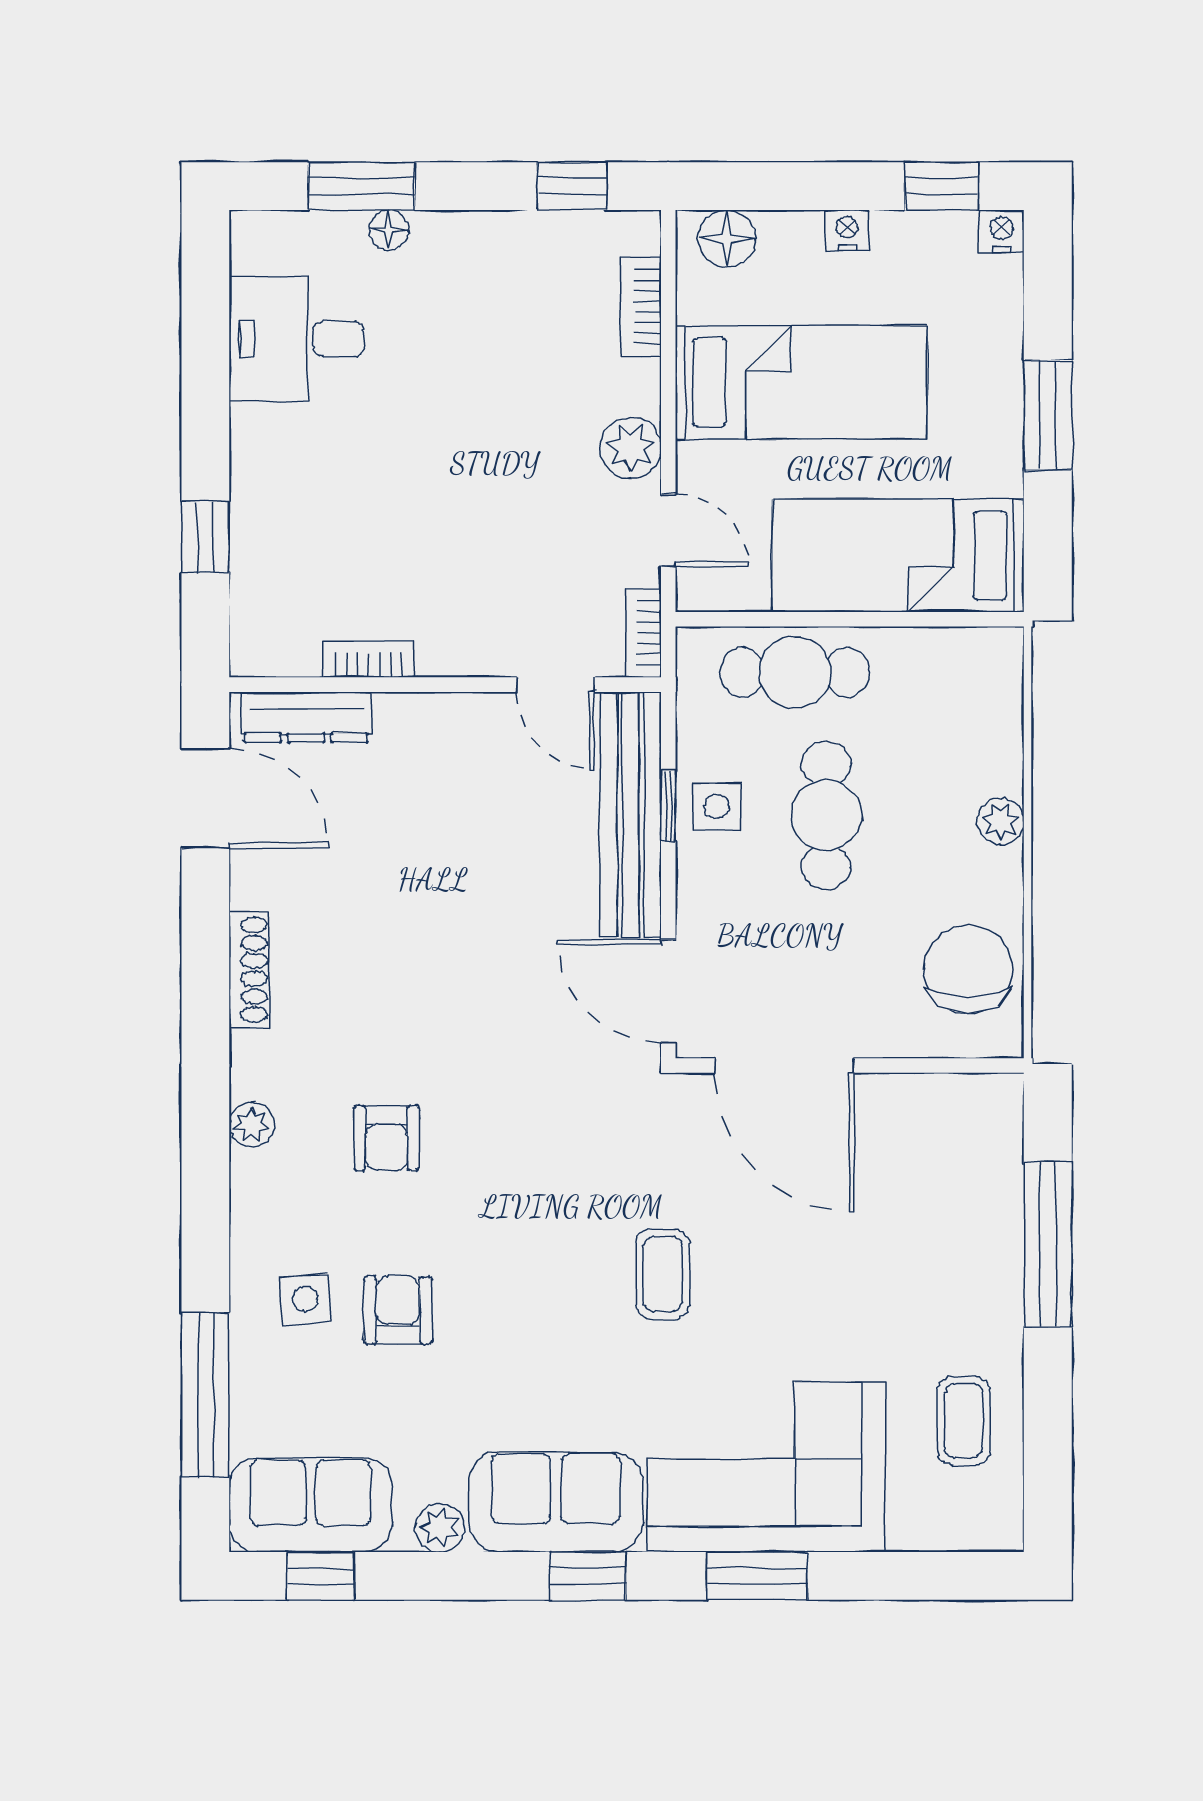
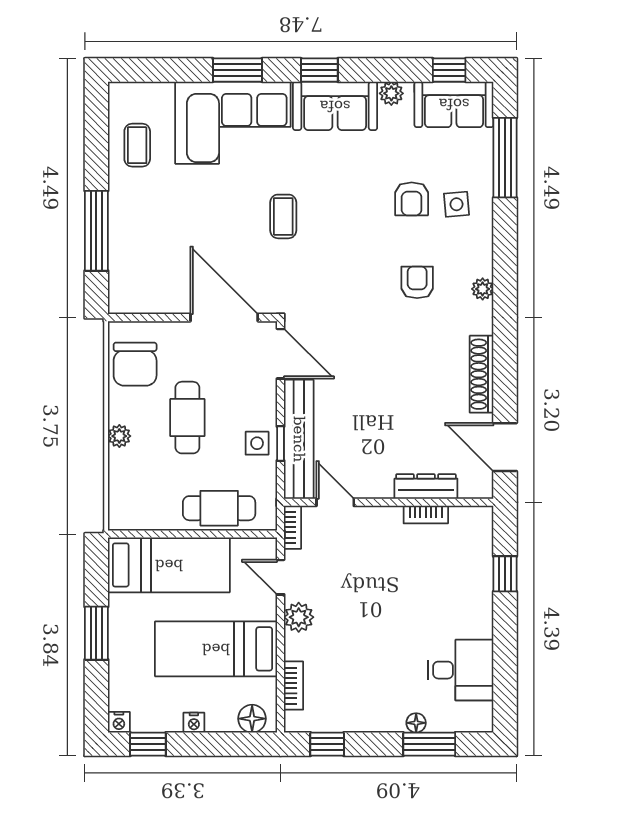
dresser: (306, 717) -> (426, 486), moved
cafe table: (826, 815) -> (187, 418), moved
shoe rack: (249, 970) -> (482, 374), width x1.36, depth x1.24

